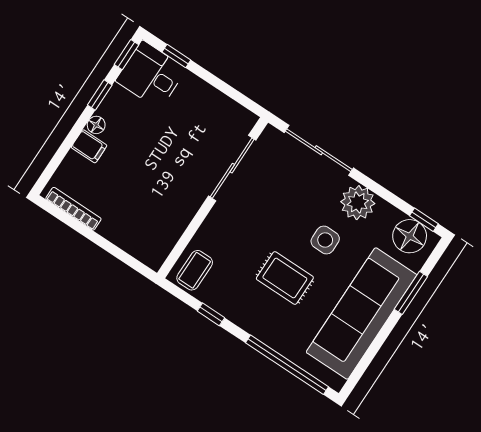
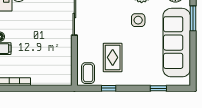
rug: (285, 278) -> (113, 57), moved, turned 90
window: (287, 365) -> (158, 88), width x0.32

